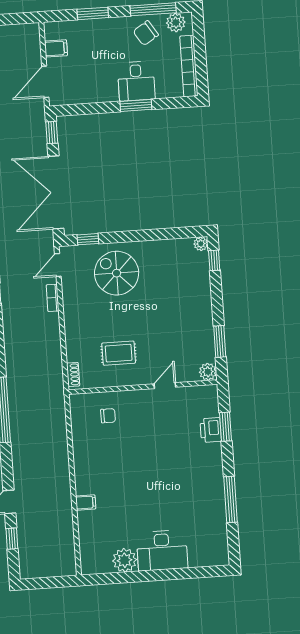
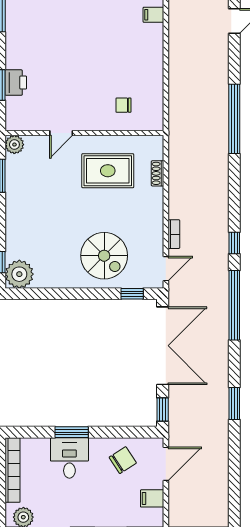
chair: (146, 33) -> (123, 460), moved
plant: (201, 244) -> (19, 274), width x1.88, depth x1.88
rug: (119, 353) -> (108, 171), width x1.36, depth x1.43
shoe rack: (73, 374) -> (158, 173), moved

